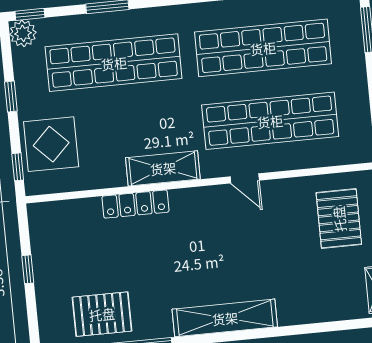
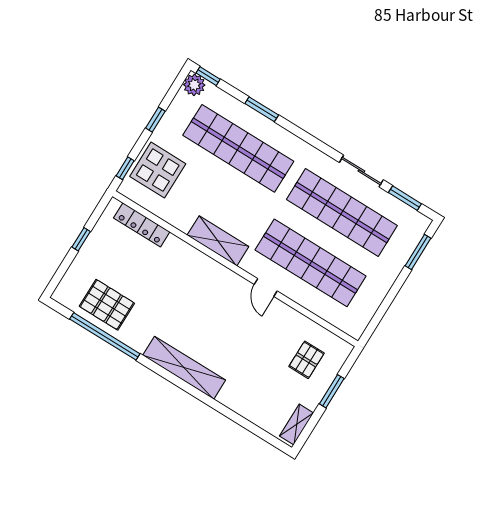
locker: (136, 204) -> (142, 225), moved
pallet: (339, 219) -> (307, 360), width x0.67, depth x0.71

